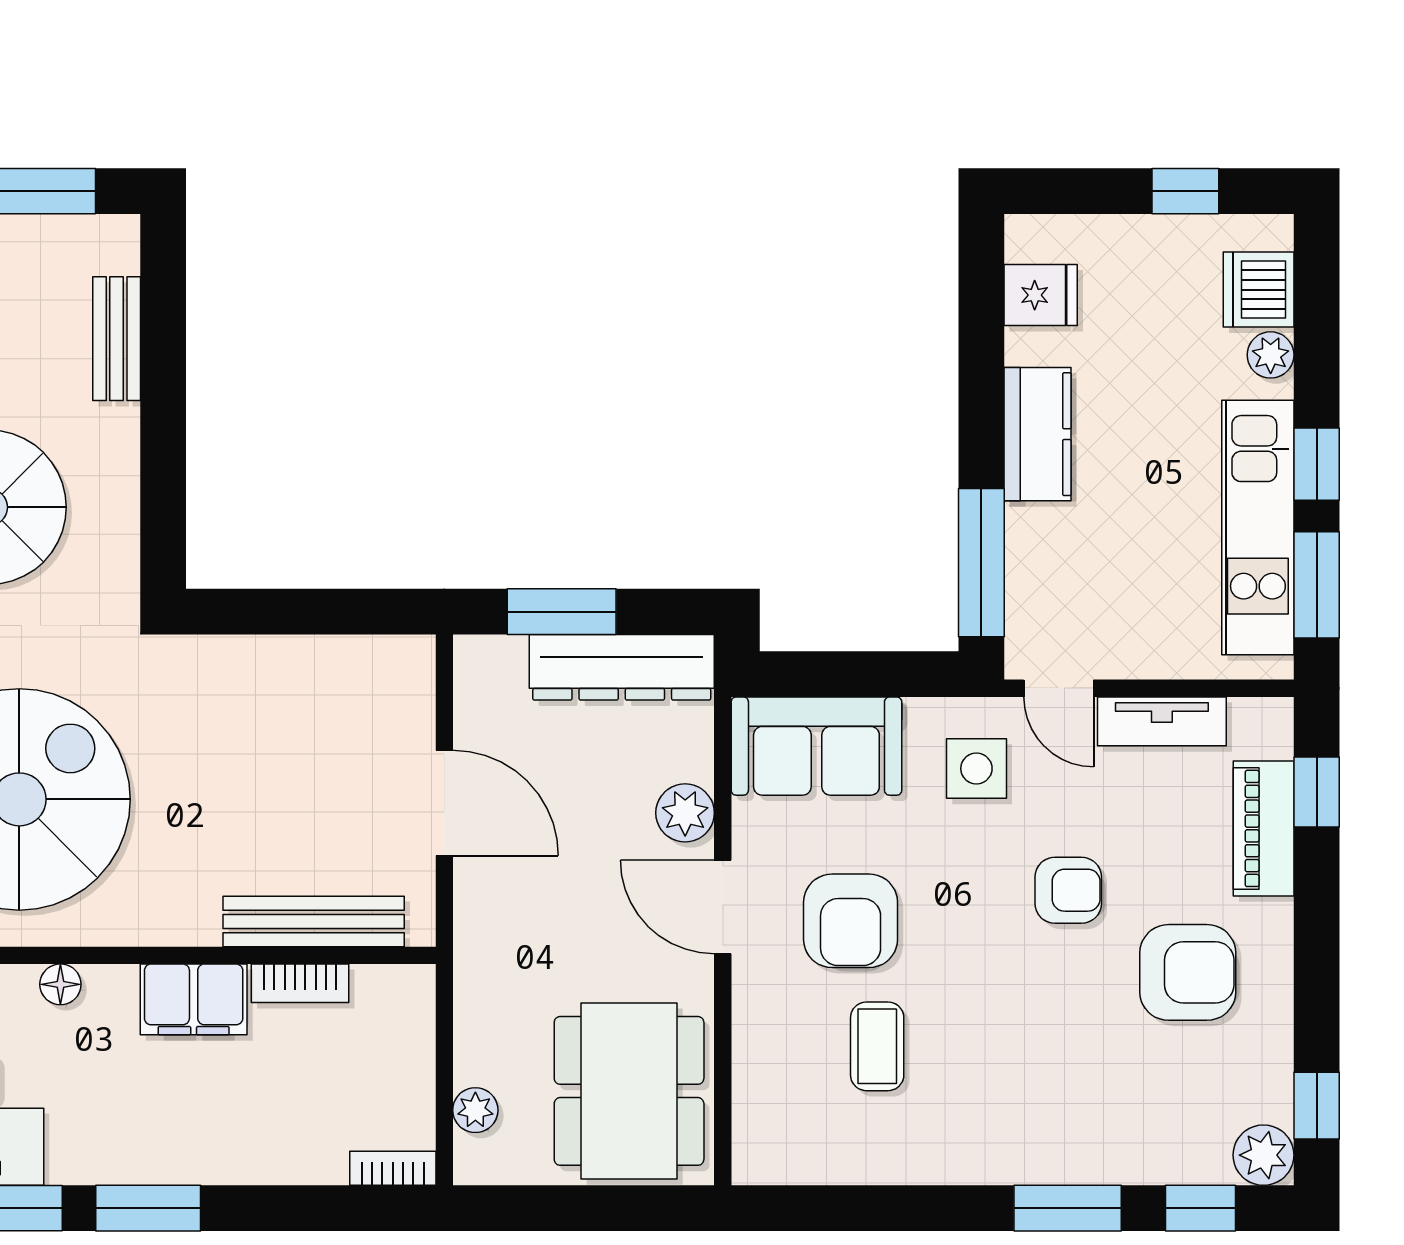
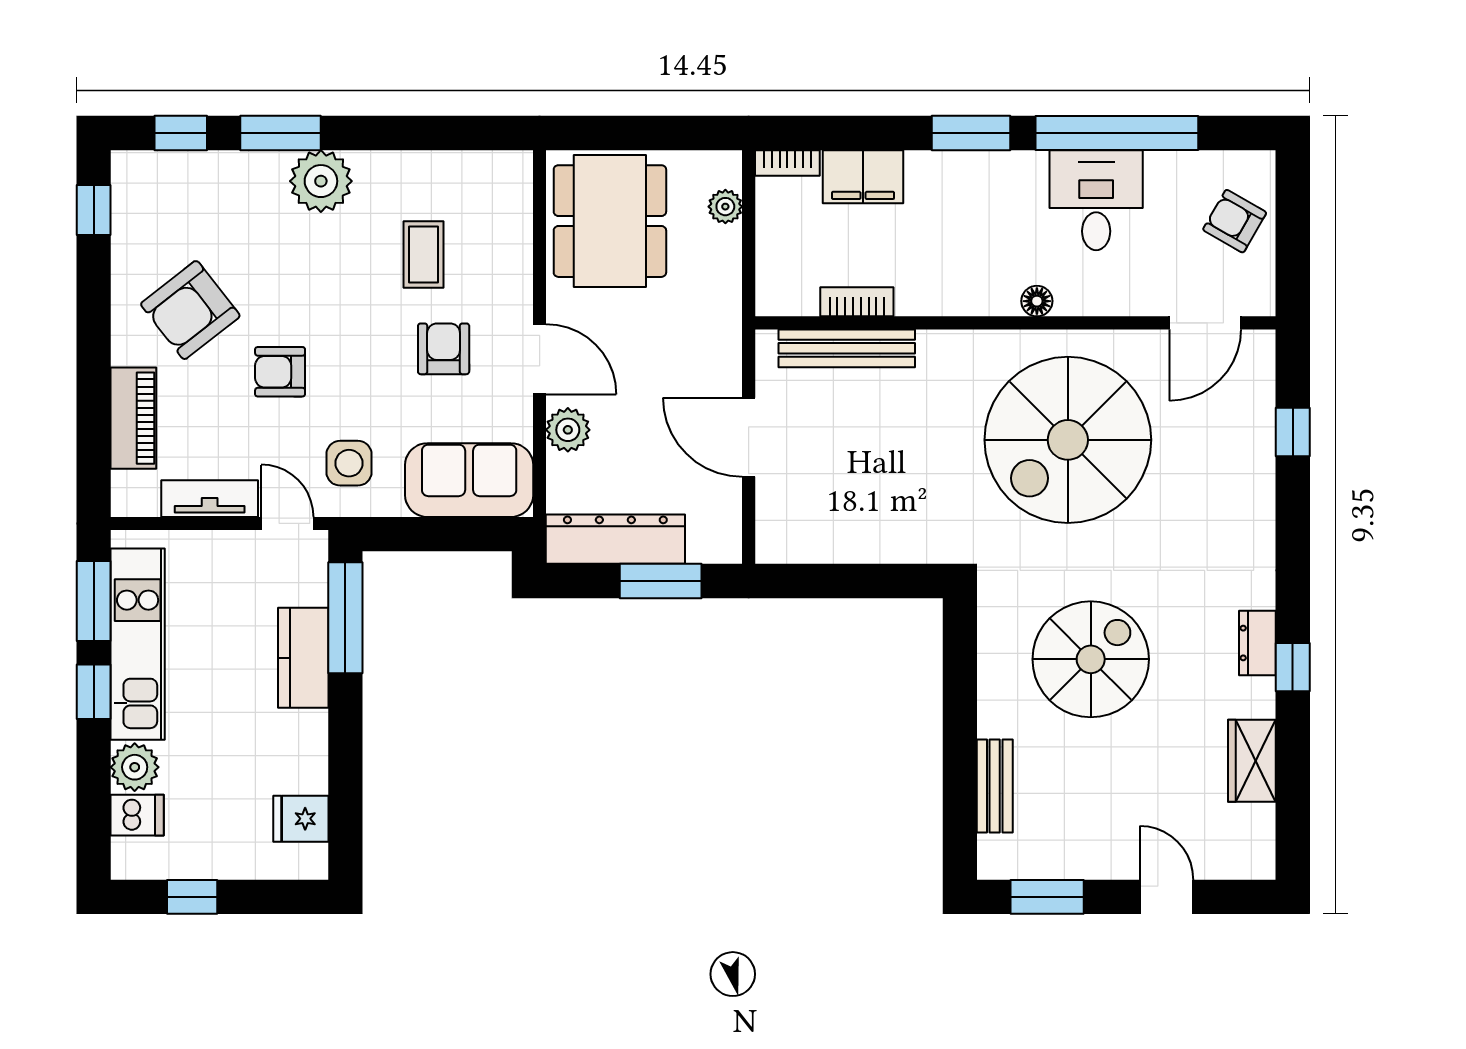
dishwasher: (1259, 290) -> (137, 815), width x0.73
plant: (1271, 355) -> (135, 767), width x1.38, depth x1.38
kitchen counter: (1037, 434) -> (303, 658), moved
window: (1317, 792) -> (94, 445), removed
armchair: (851, 921) -> (444, 349), width x0.72, depth x0.72
armchair: (1188, 972) -> (190, 310), turned -38
filing cabinet: (194, 999) -> (863, 177), moved, turned 180
plant: (1263, 1155) -> (321, 181), moved, width x1.36, depth x1.36

